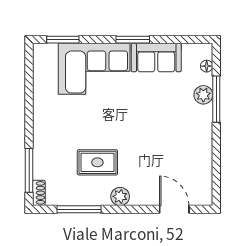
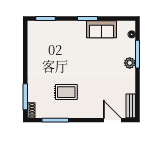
corner sofa: (94, 69) -> (64, 36), removed
plant: (203, 95) -> (130, 63), moved
bench: (205, 185) -> (131, 106), added
plant: (120, 196) -> (80, 112), removed

